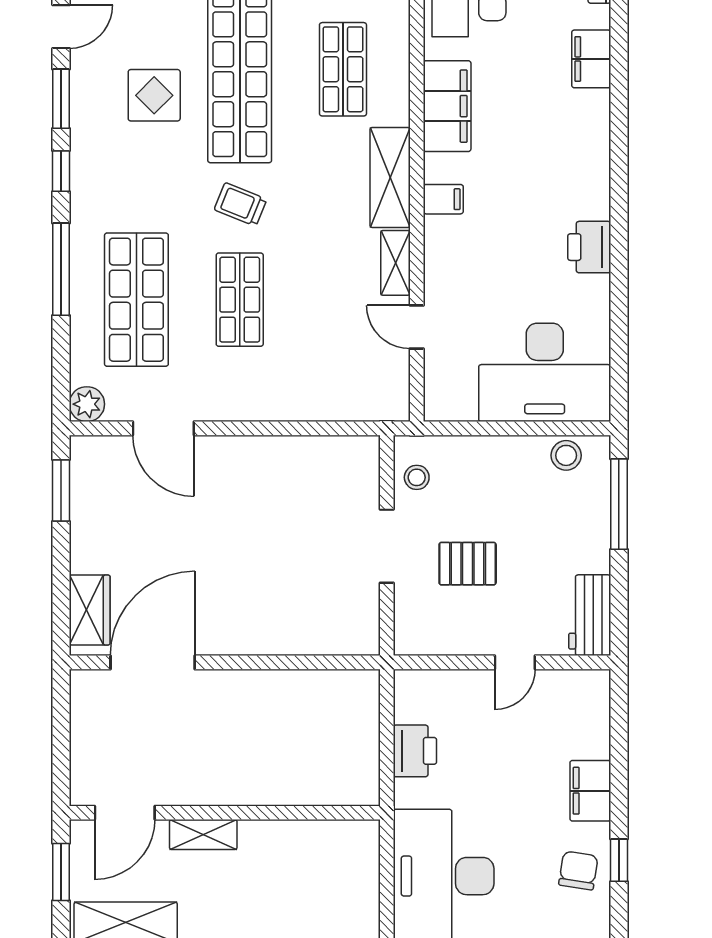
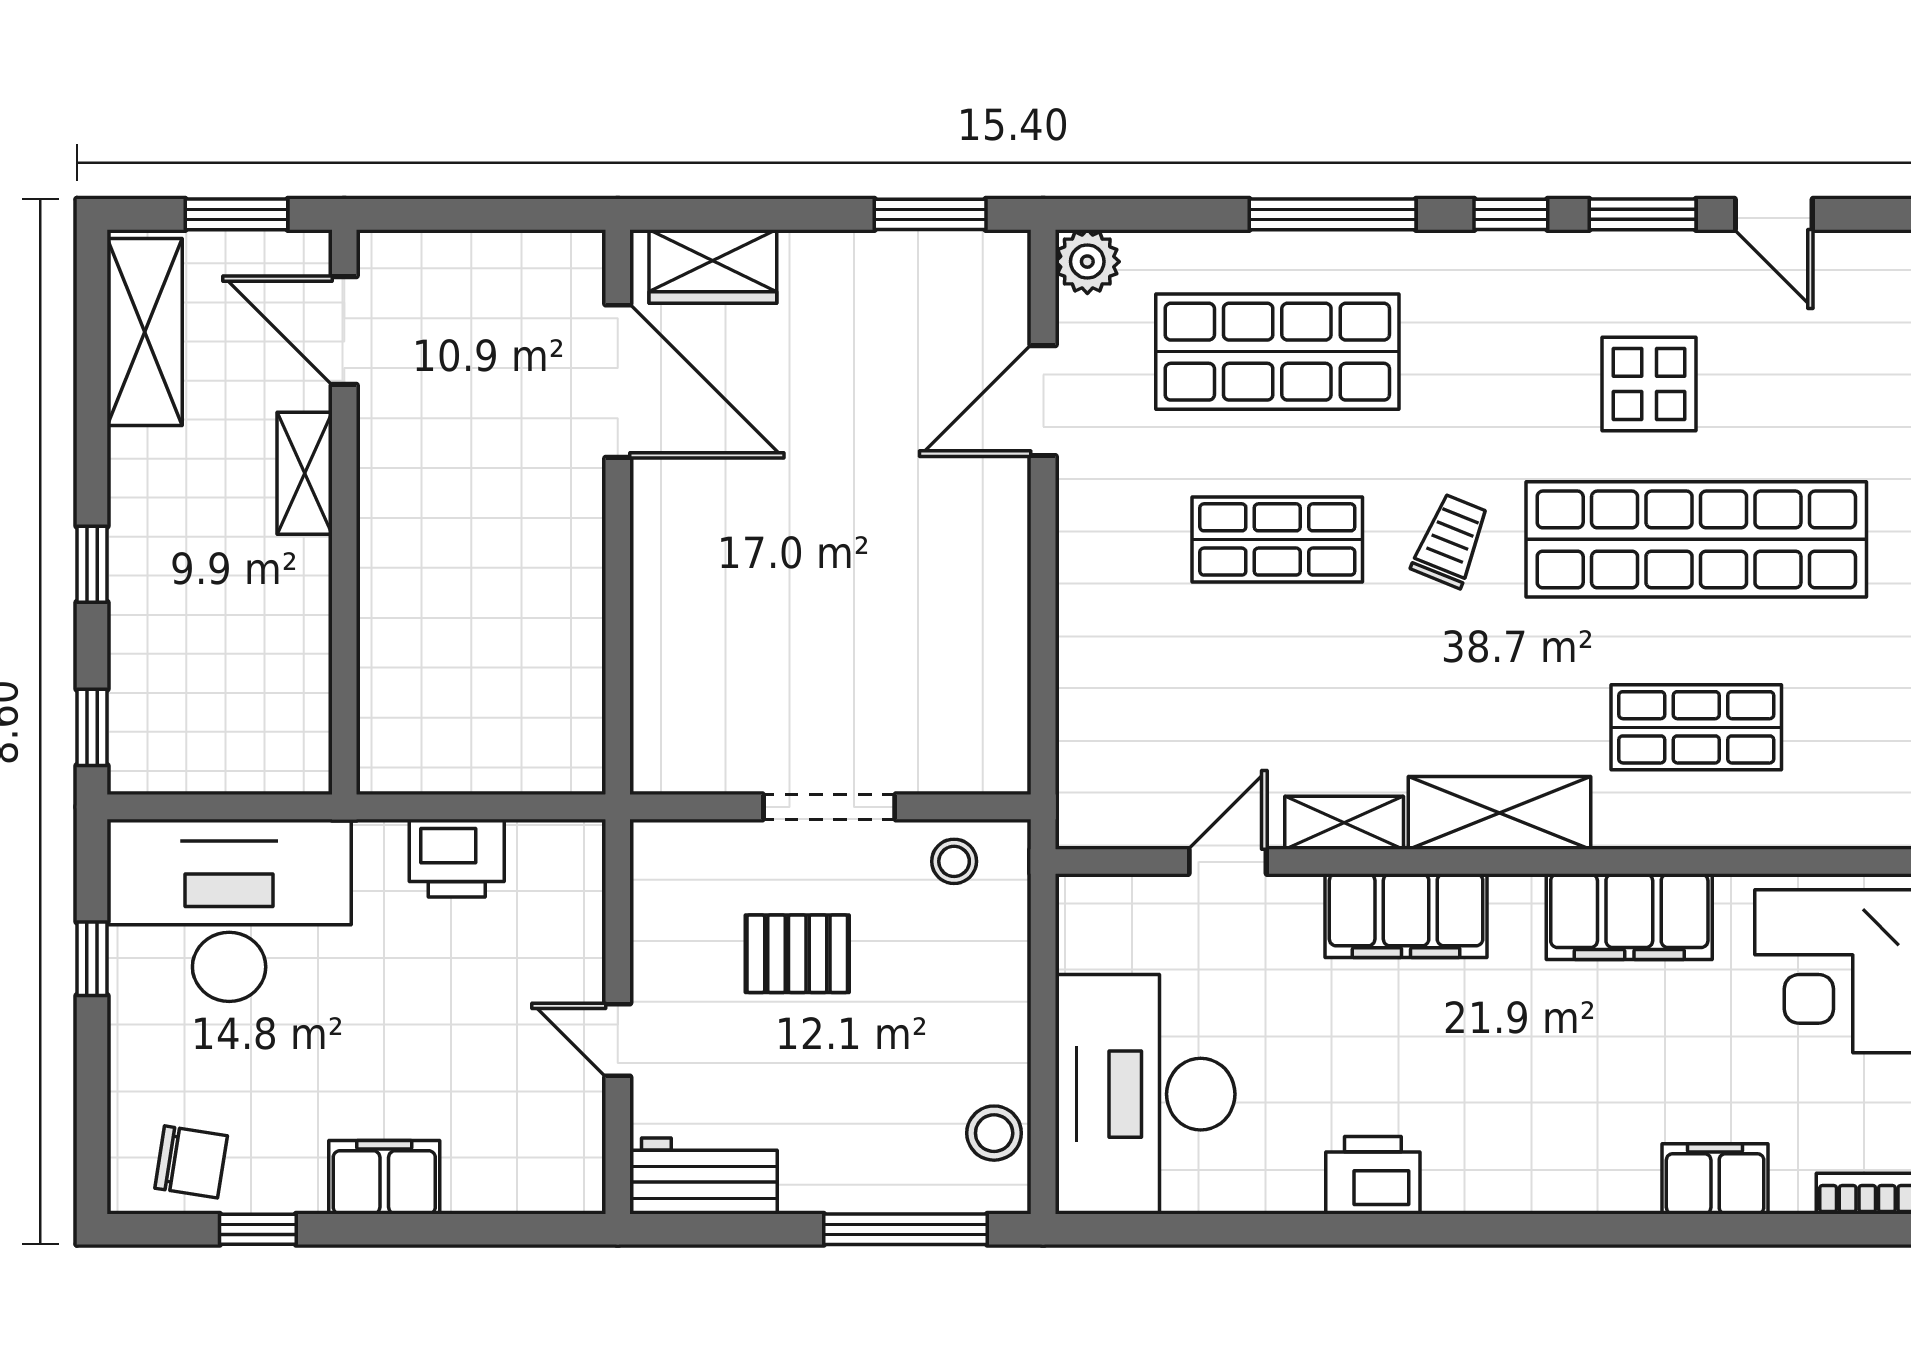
filing cabinet: (443, 199) -> (1406, 916), width x3.00, depth x1.17
pallet: (468, 564) -> (797, 954), turned 90
chair: (578, 870) -> (191, 1162), moved

